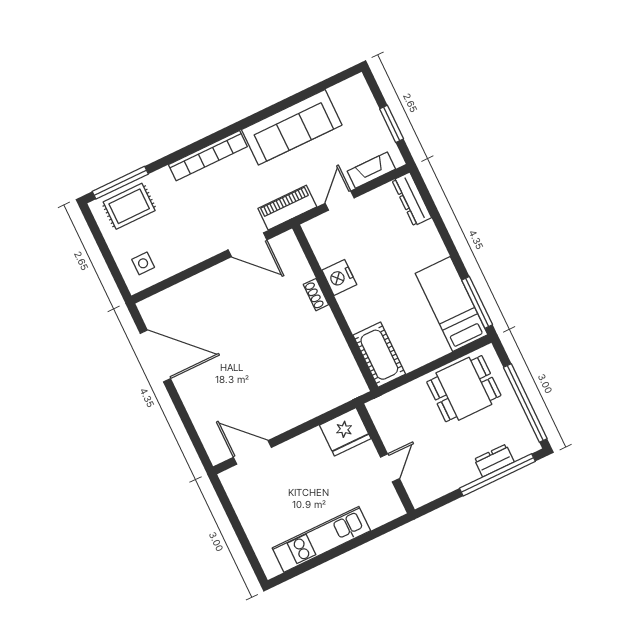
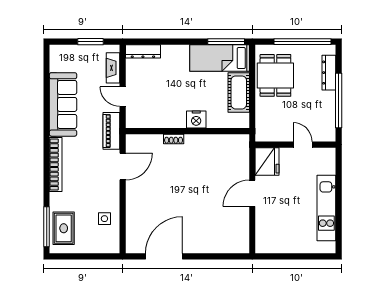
side table: (143, 263) -> (104, 219), moved
nightstand: (339, 277) -> (196, 119), moved
cot: (379, 355) -> (239, 92), moved, turned 90
door: (252, 452) -> (252, 193), moved
dresser: (494, 461) -> (329, 73), width x1.44
window: (497, 475) -> (339, 101), moved

